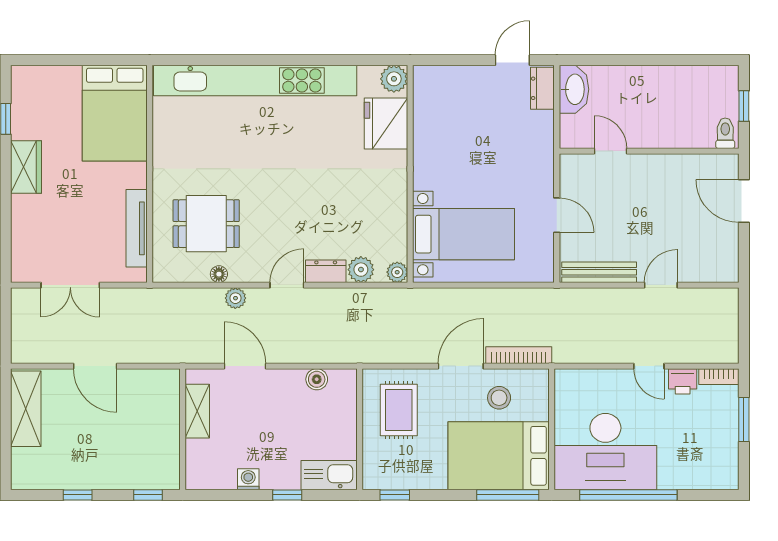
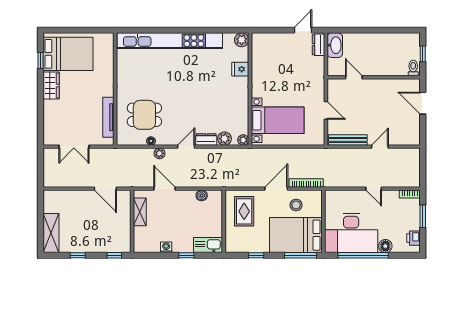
bed: (115, 113) -> (68, 54), moved, turned -90
fridge: (386, 124) -> (240, 69), width x0.53, depth x0.75
door: (95, 366) -> (105, 189), moved
printer: (683, 381) -> (414, 238), moved, turned 90
shelving: (26, 409) -> (51, 233), moved
floor lamp: (671, 477) -> (385, 246), added
window: (395, 495) -> (256, 255), moved

